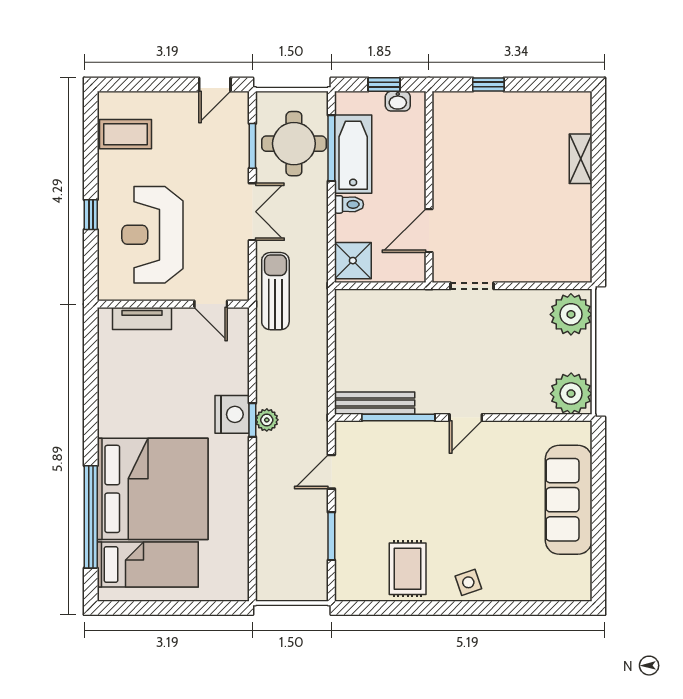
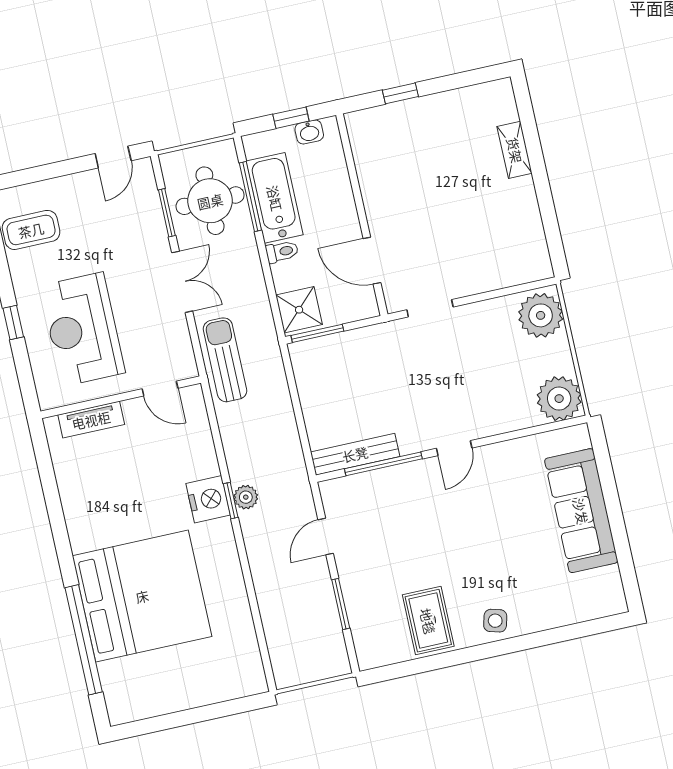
door: (429, 231) -> (372, 261), hinge flipped
window: (365, 286) -> (317, 333), added
bed: (148, 564) -> (155, 677), removed
side table: (468, 582) -> (495, 621), turned 34

